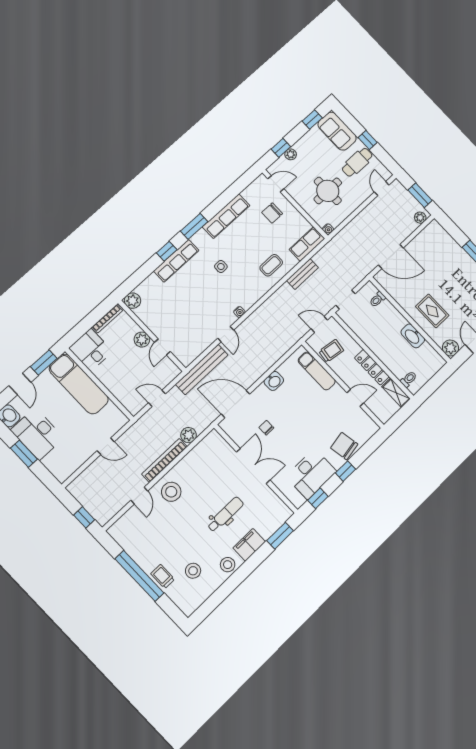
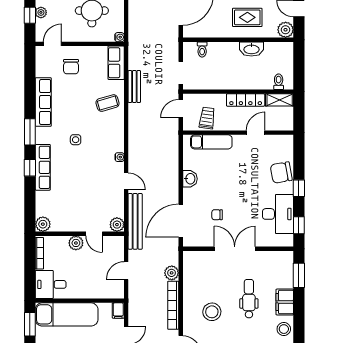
coffee table: (271, 265) -> (108, 103), turned 74
plant: (186, 358) -> (117, 225), added
filing cabinet: (120, 421) -> (118, 310), added
stool: (171, 492) -> (212, 312), moved

